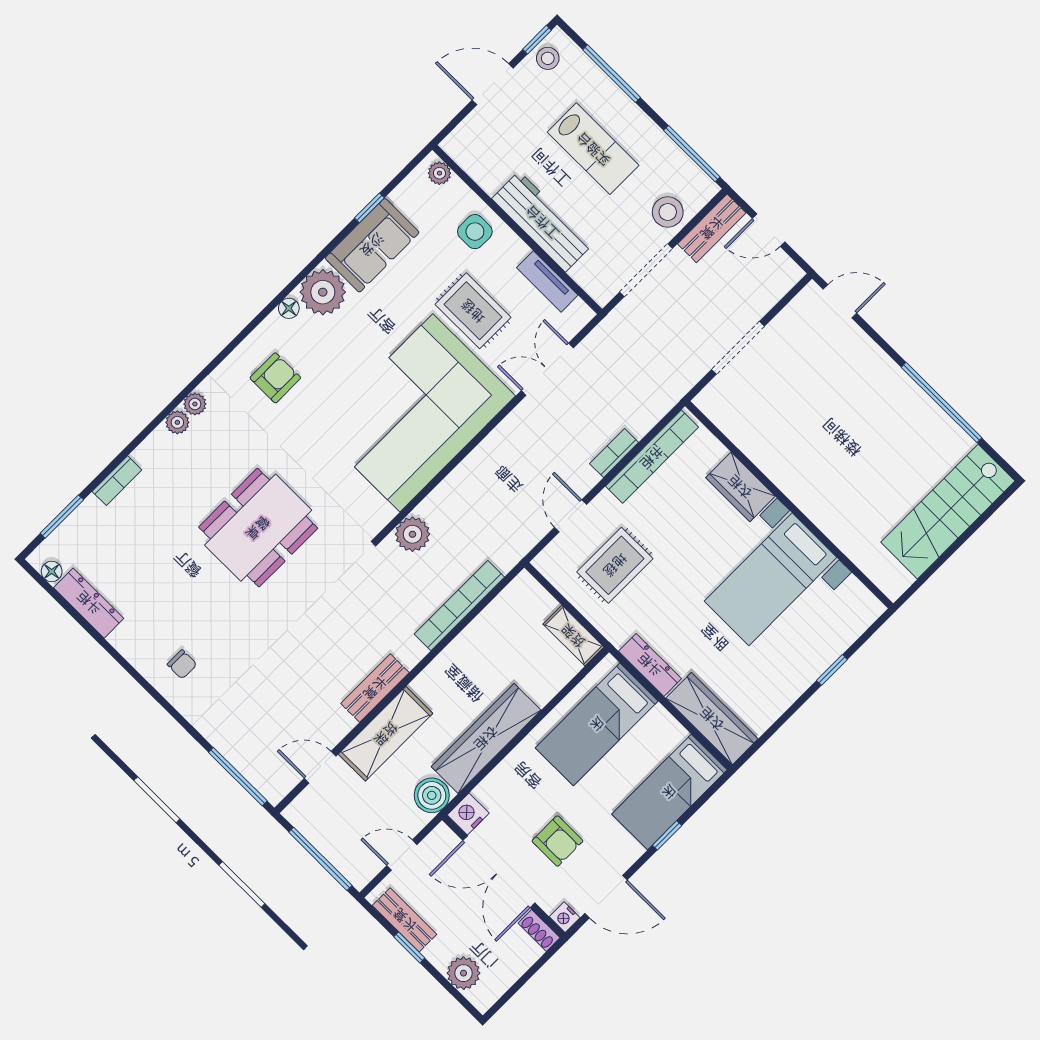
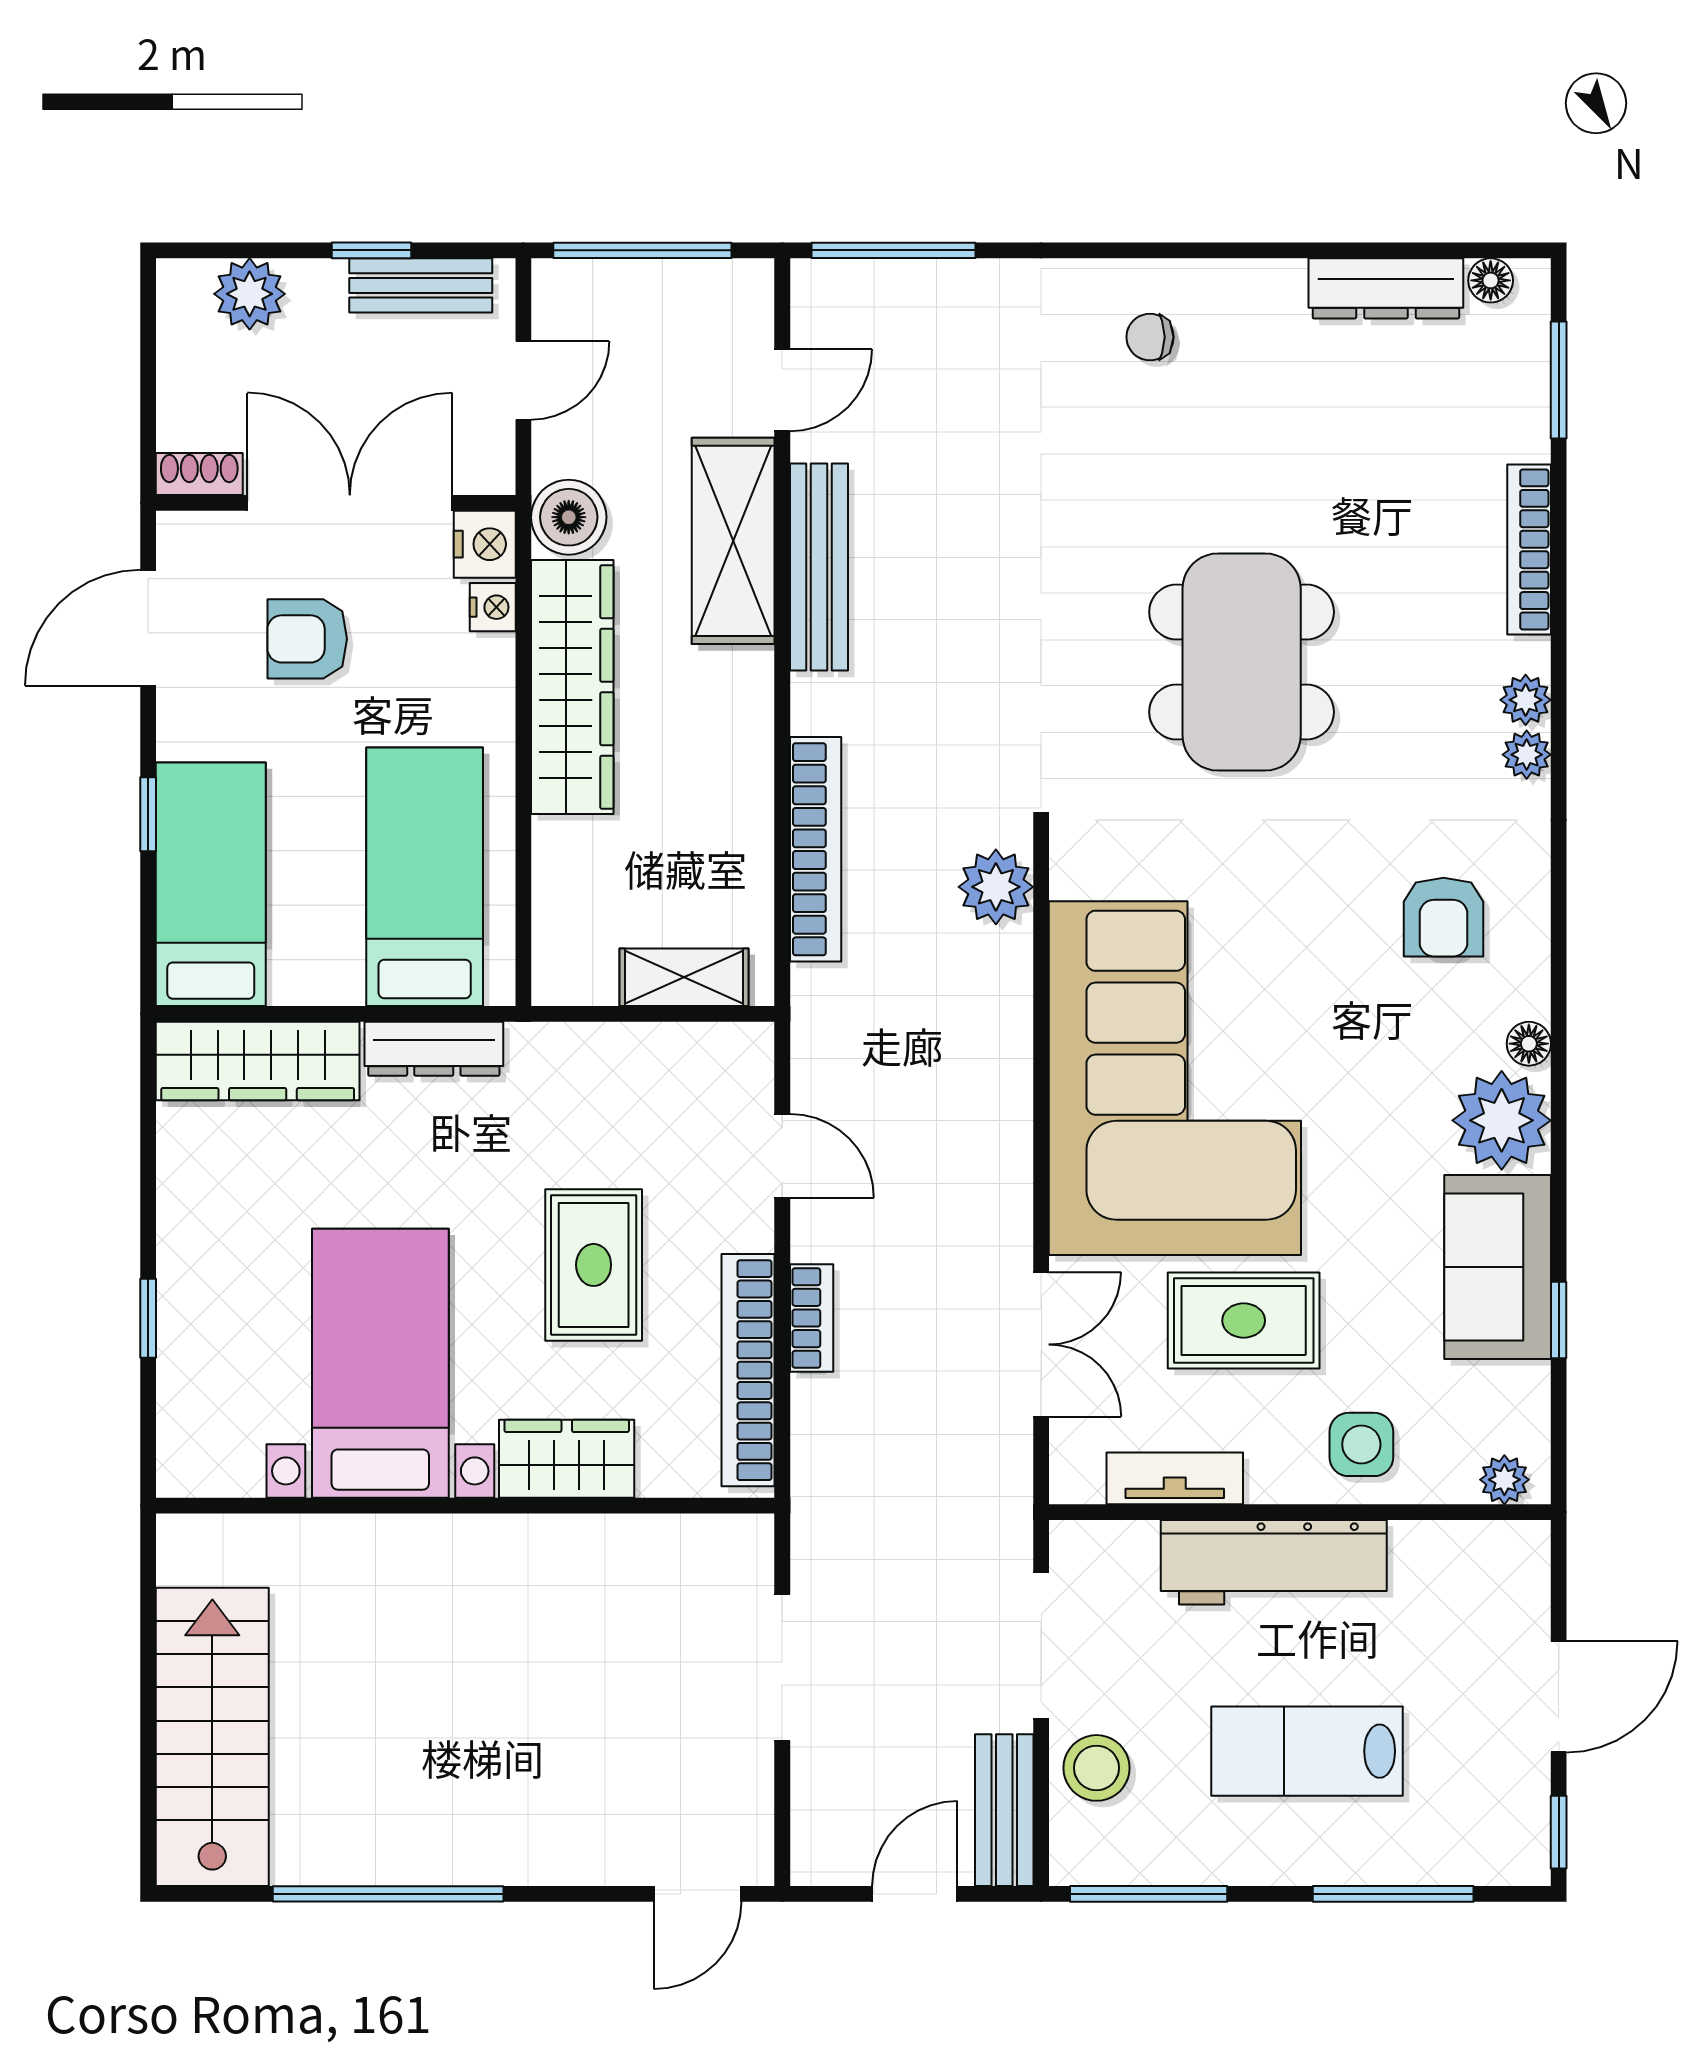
stool: (548, 58) -> (1514, 1820), removed
bookcase: (117, 481) -> (1529, 549), width x1.56
rug: (615, 565) -> (594, 1265), moved
shelving: (573, 636) -> (684, 977), moved
bench: (375, 688) -> (819, 567), width x1.36
nightstand: (565, 917) -> (493, 607), moved, turned 90

